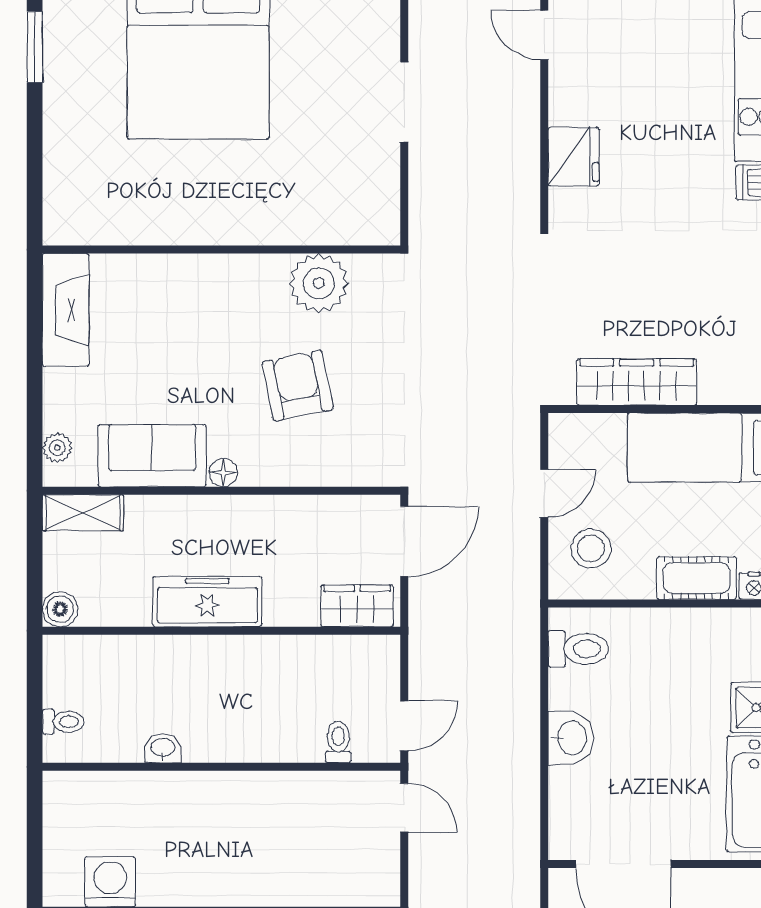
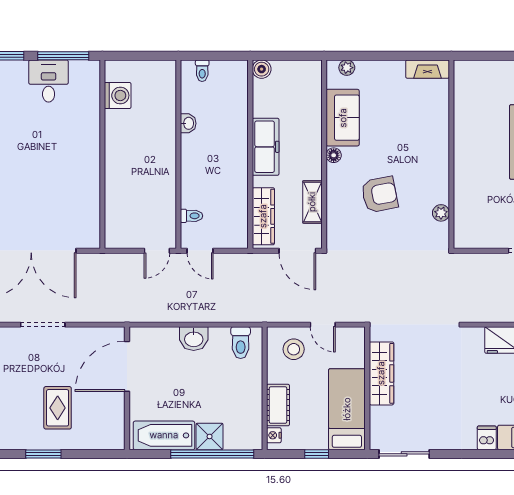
plant: (319, 283) -> (441, 213), width x0.53, depth x0.53
fireplace: (66, 310) -> (428, 69), width x0.73, depth x0.76
shelving: (83, 513) -> (312, 202), moved
wardrobe: (357, 606) -> (263, 216), width x1.50

